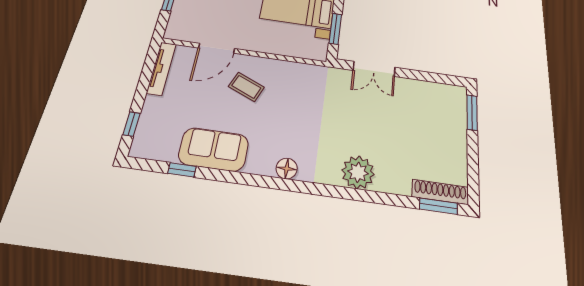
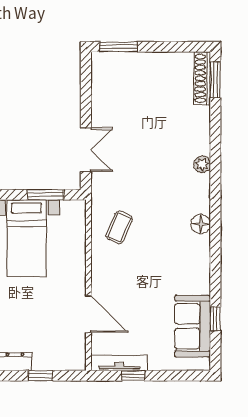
coffee table: (246, 87) -> (119, 227), moved
window: (132, 124) -> (133, 376), moved
sofa: (214, 149) -> (193, 326), moved
plant: (358, 172) -> (202, 164), width x0.53, depth x0.53

